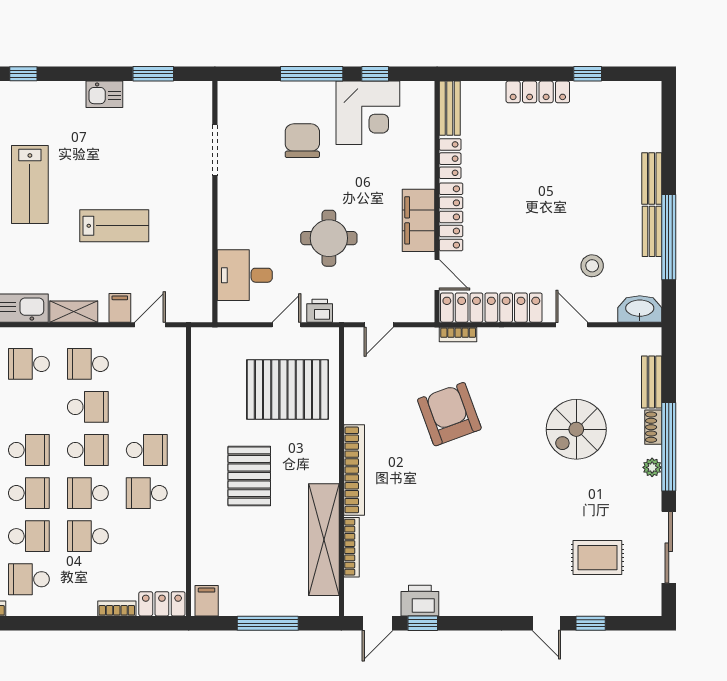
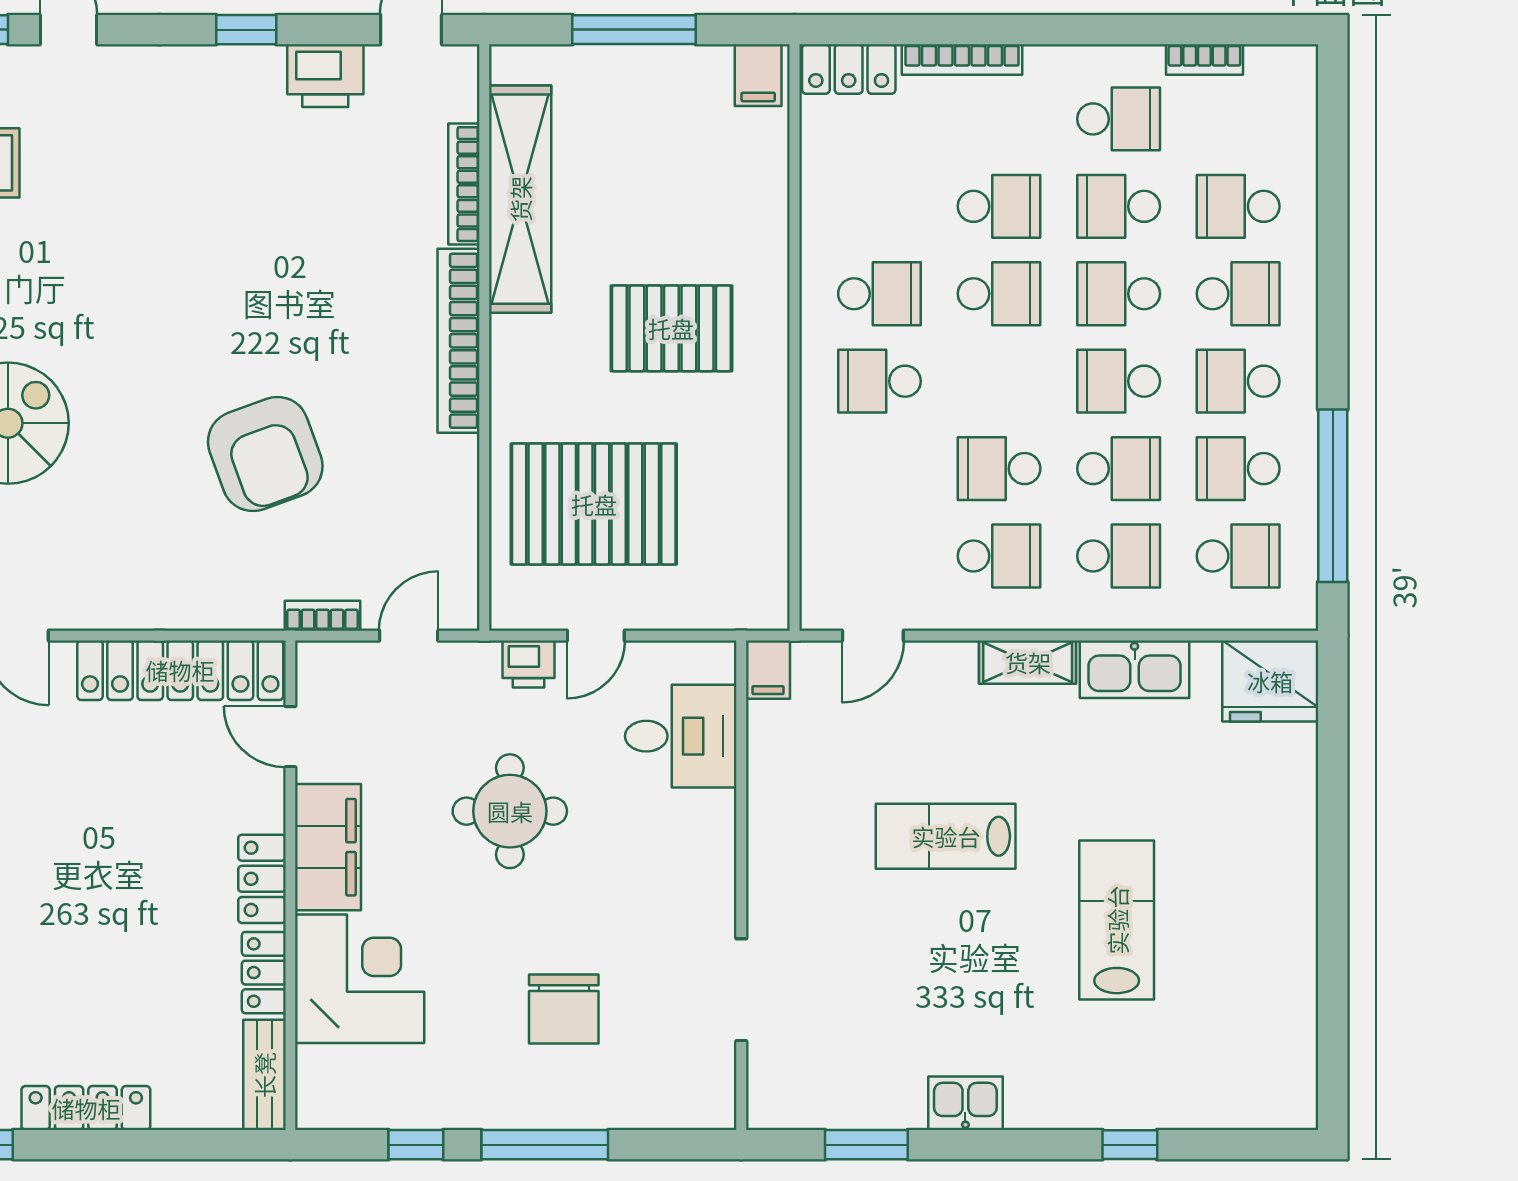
corner desk: (368, 113) -> (360, 979), moved, turned 90
locker: (451, 217) -> (262, 879), width x0.66
filing cabinet: (120, 308) -> (768, 670), moved
bookcase: (458, 334) -> (323, 616), moved
school desk: (88, 450) -> (1119, 469), moved, turned 180
pallet: (249, 476) -> (671, 328), turned 90
bookcase: (117, 608) -> (962, 60), width x1.56
window: (423, 623) -> (246, 30), moved

